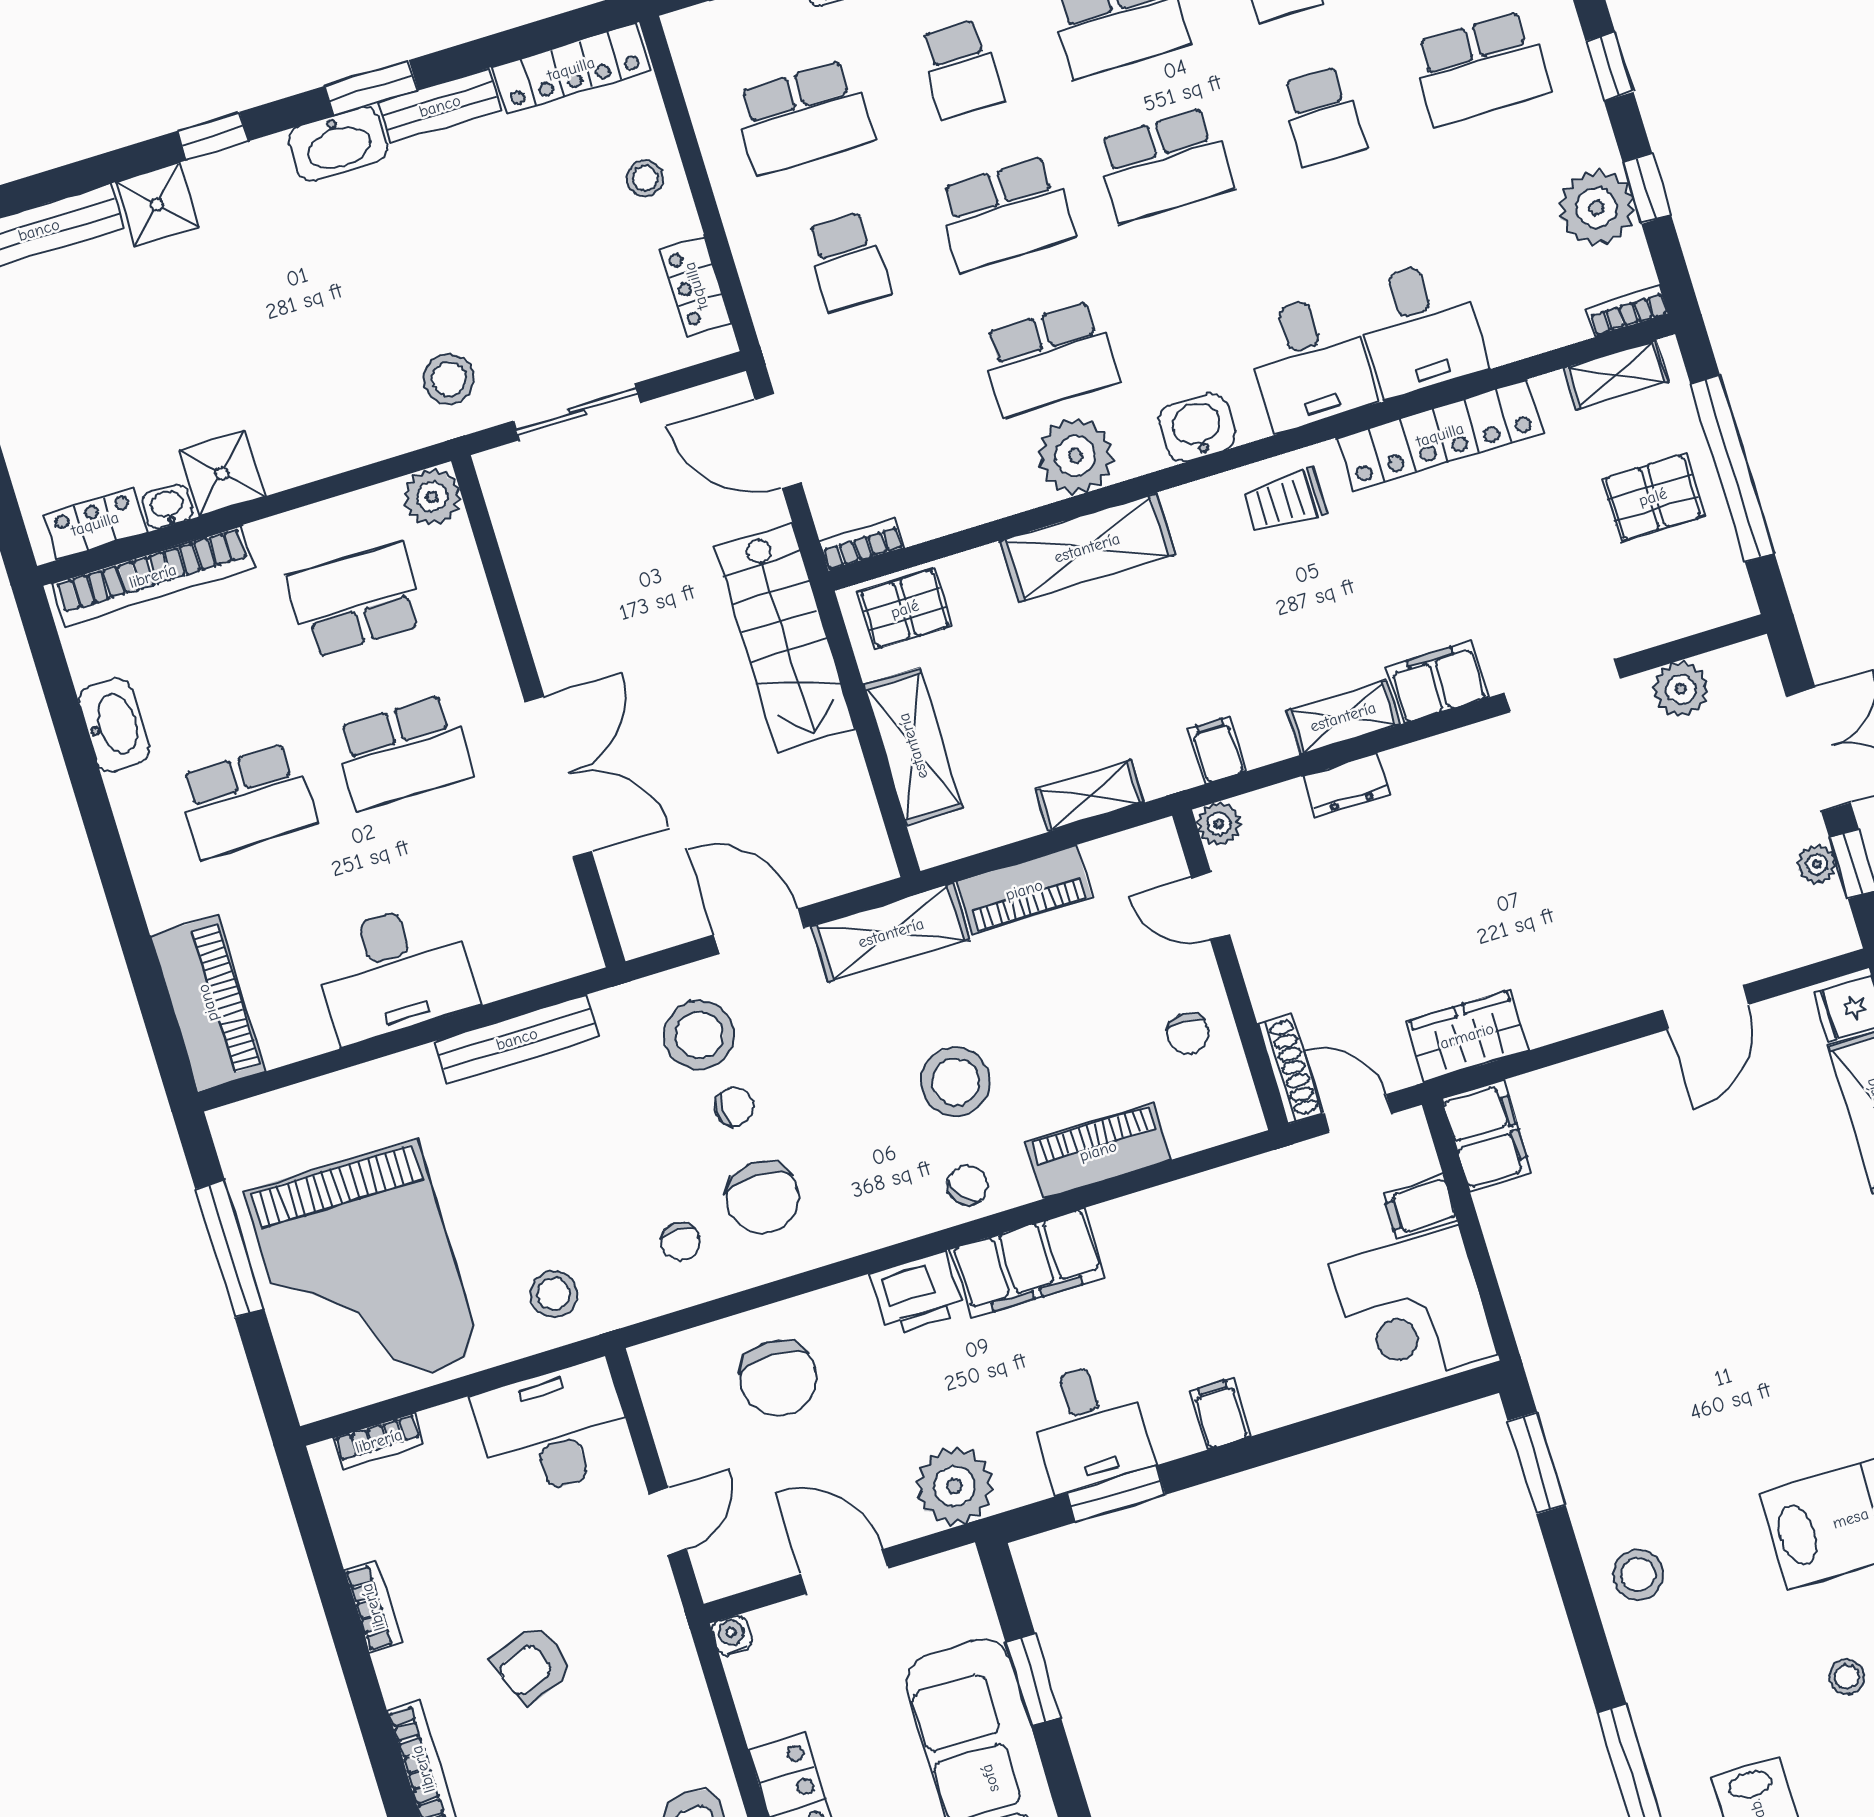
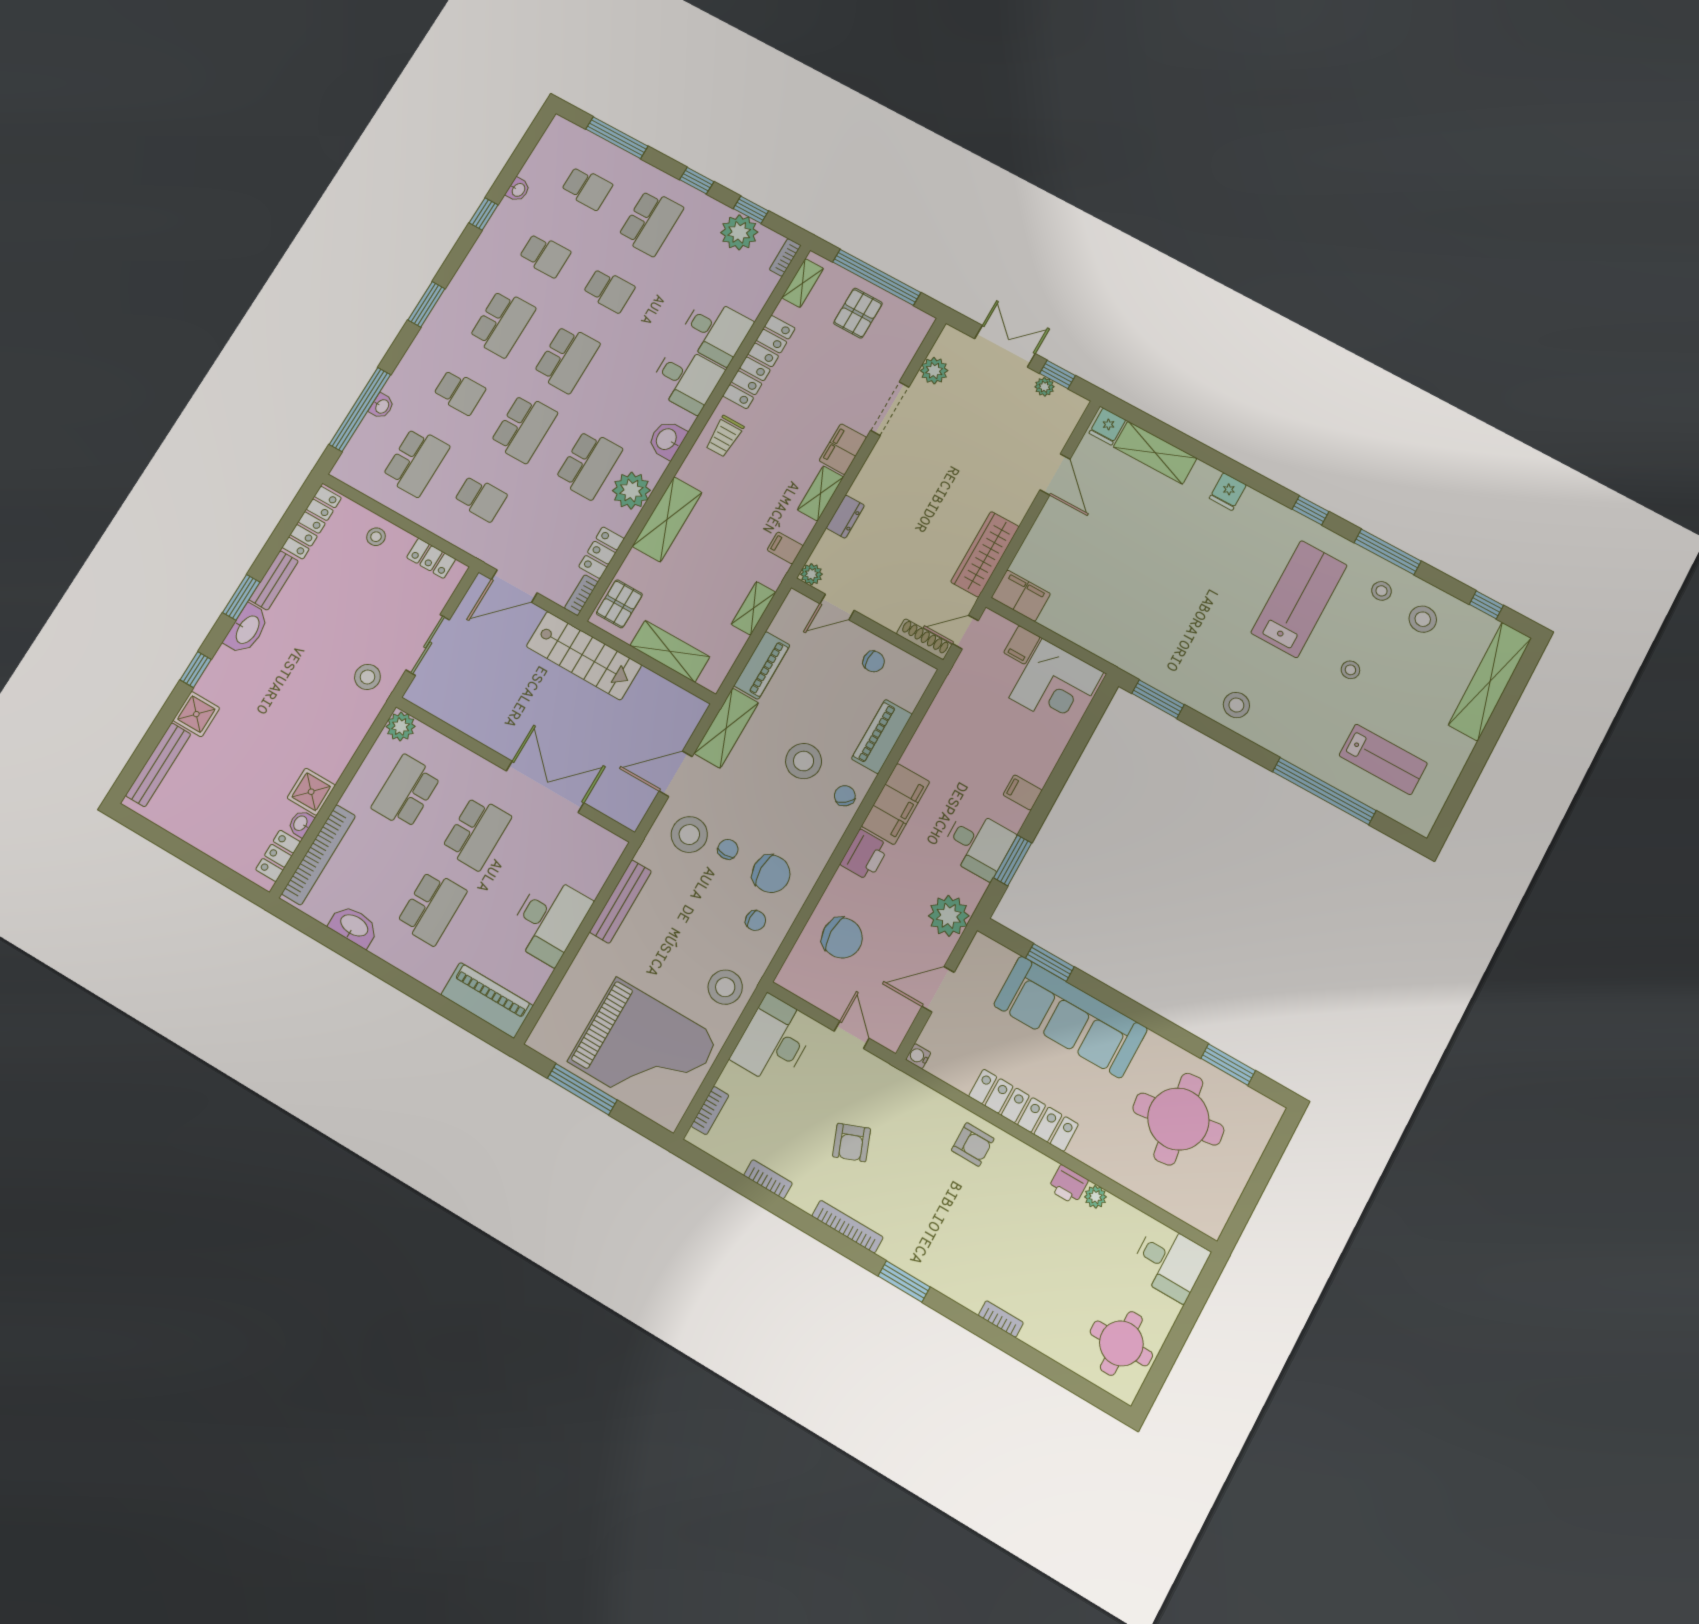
locker: (948, 509) -> (602, 553), added
wardrobe: (1467, 1036) -> (985, 554), width x1.50
stool: (554, 1294) -> (725, 987), width x1.38, depth x1.38

